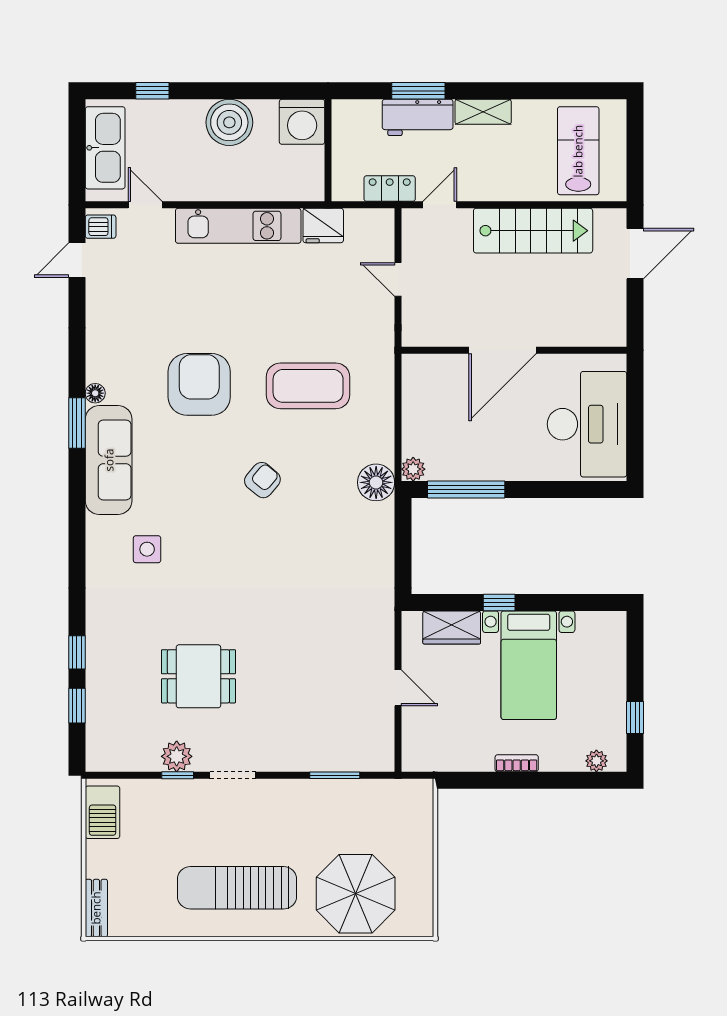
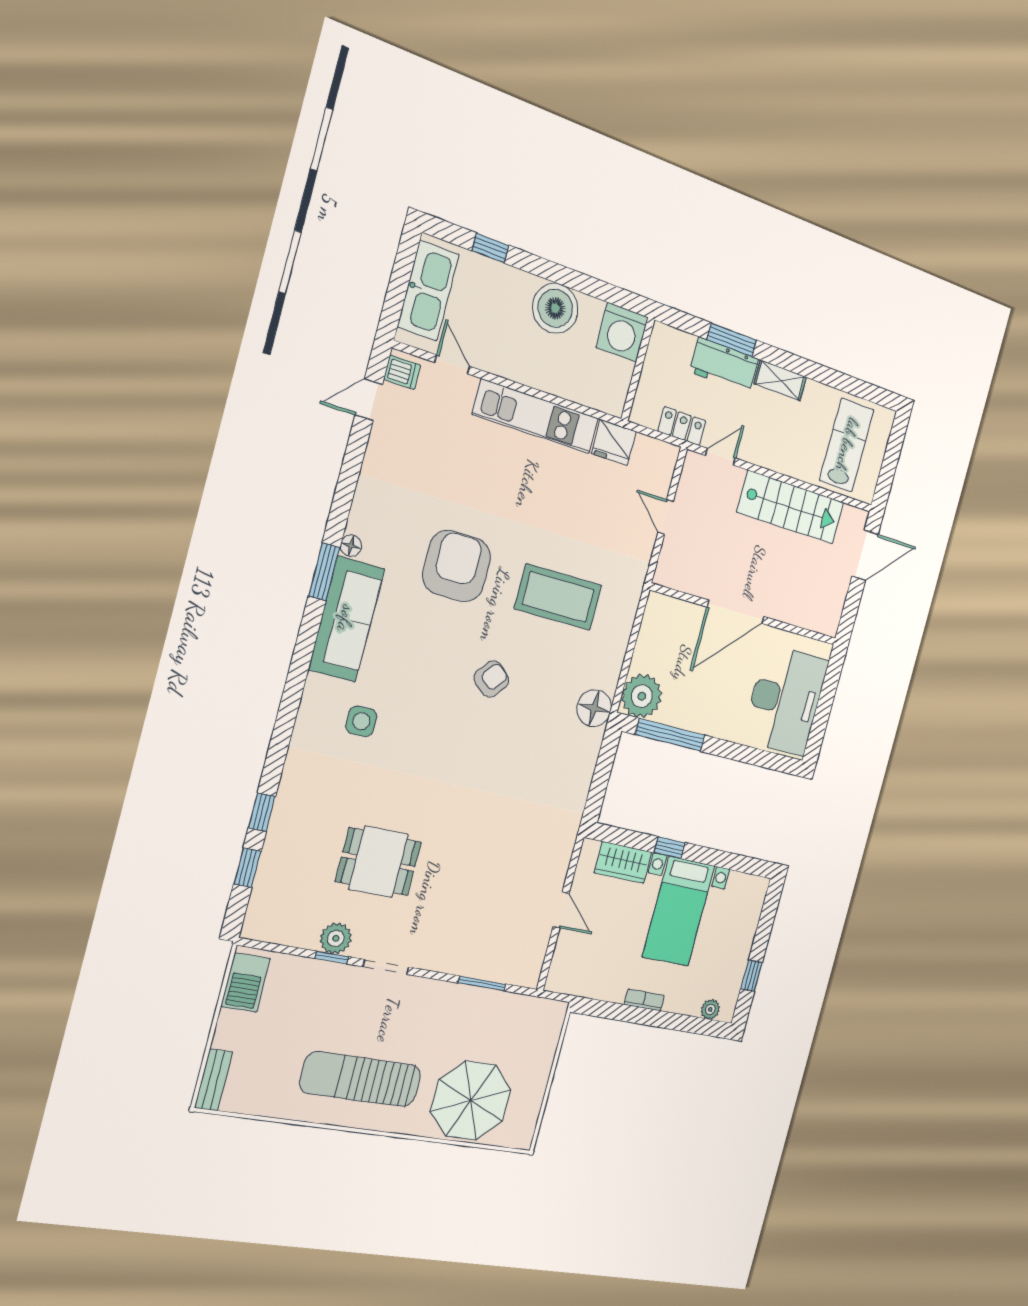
plant: (413, 469) -> (642, 696), width x1.87, depth x1.87

